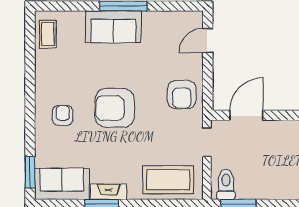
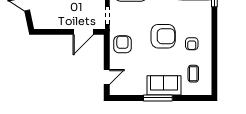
coffee table: (48, 34) -> (193, 74), moved
armchair: (63, 115) -> (192, 44), moved

